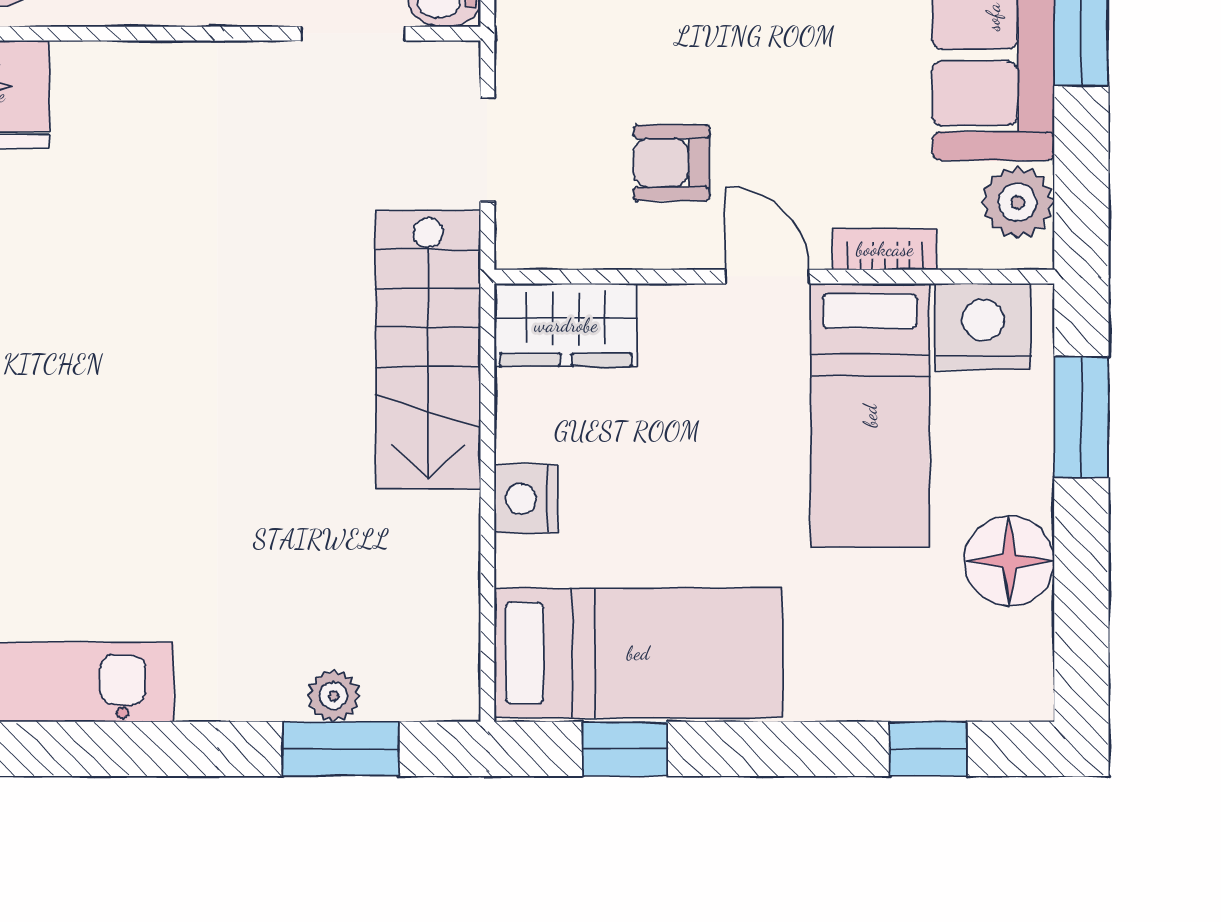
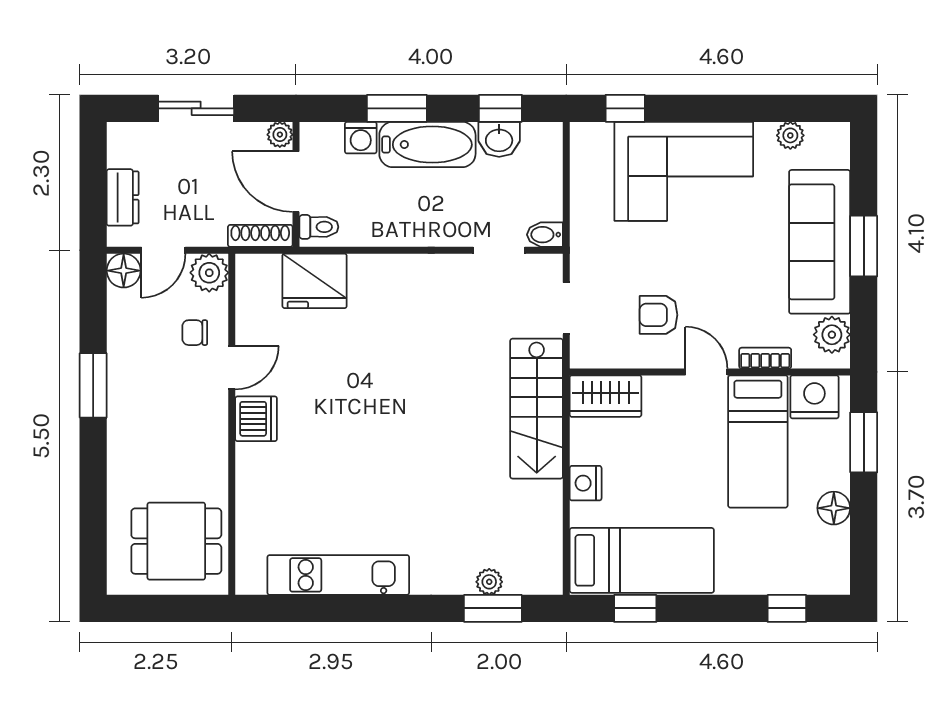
floor lamp: (1009, 561) -> (834, 508), width x0.73, depth x0.73

